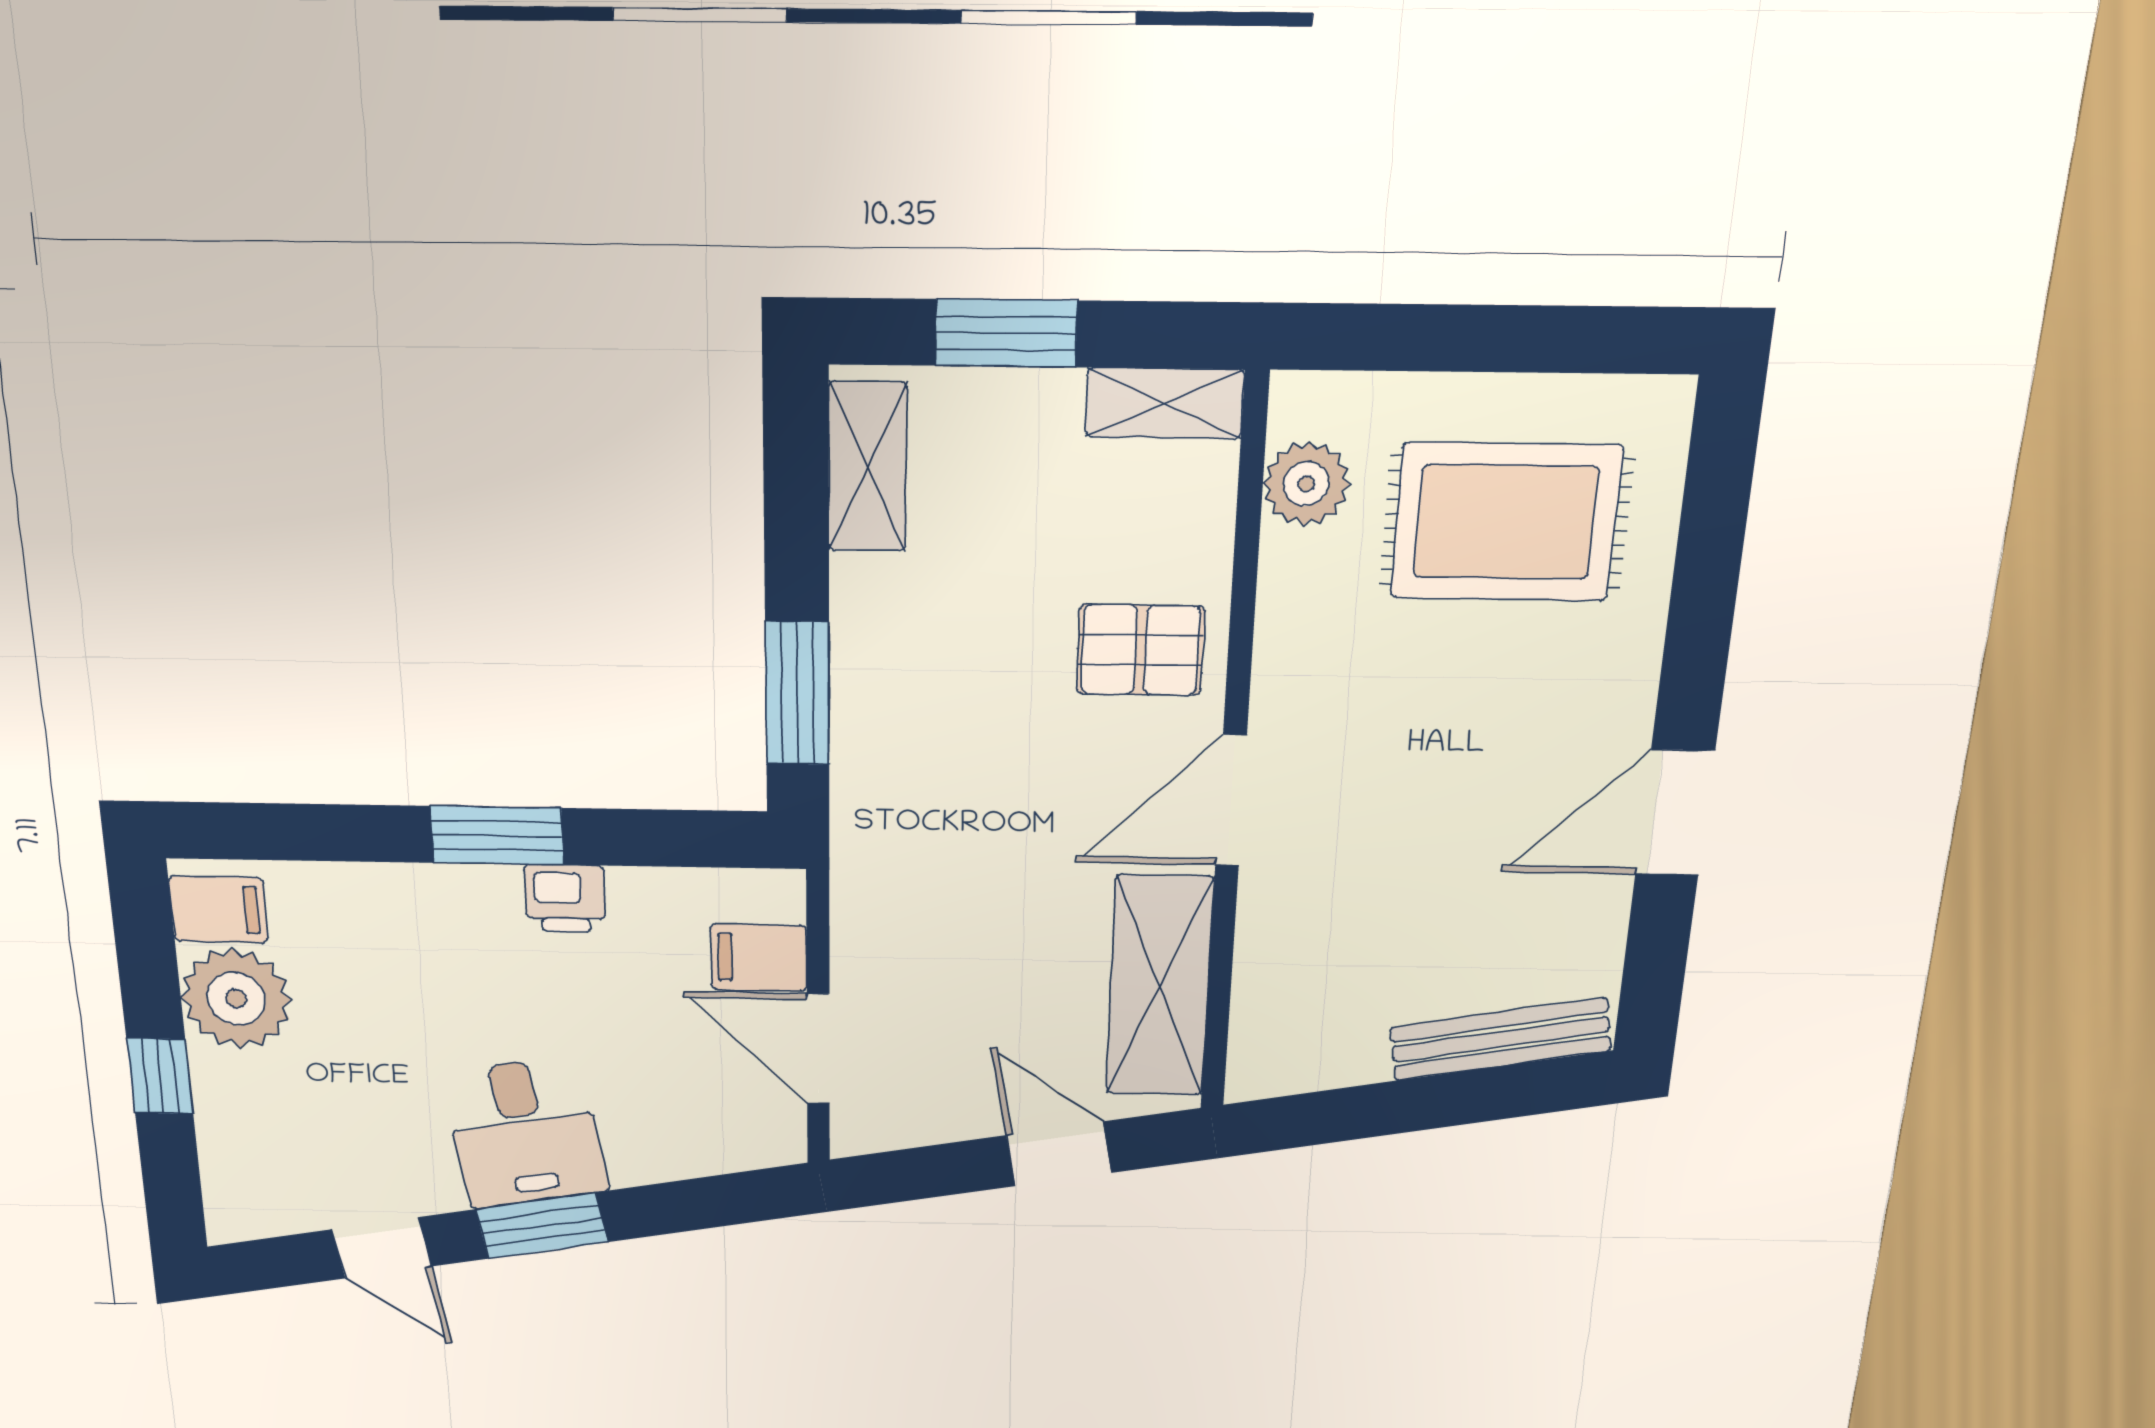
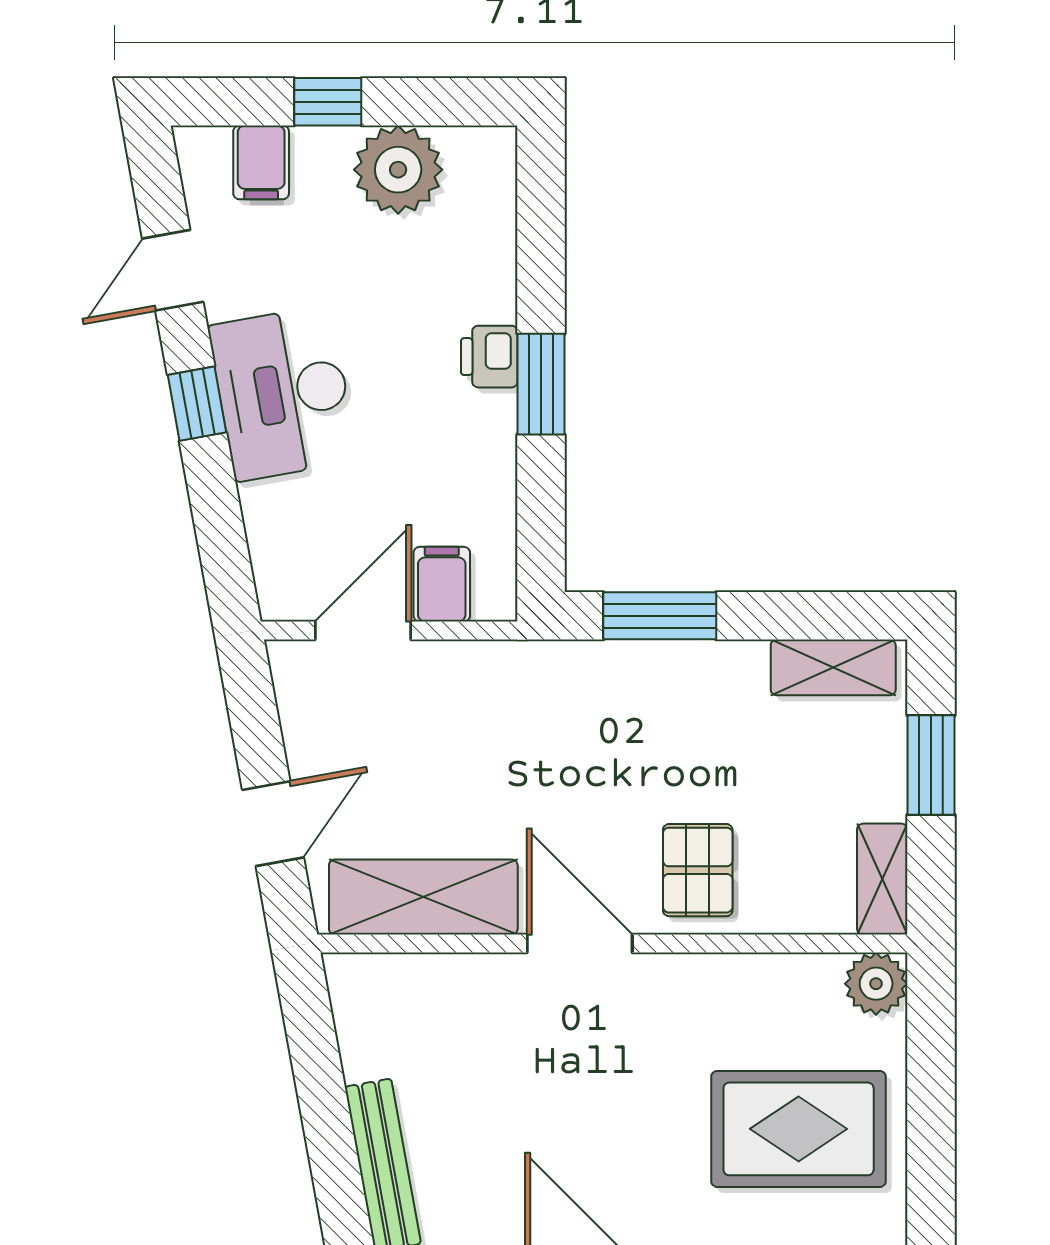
plant: (1306, 484) -> (876, 984), moved
rug: (1506, 522) -> (799, 1129), turned 90
printer: (565, 898) -> (489, 357), moved
filing cabinet: (218, 910) -> (261, 162), moved
desk: (524, 1133) -> (283, 393), width x1.37
window: (542, 1226) -> (197, 404), width x0.67

